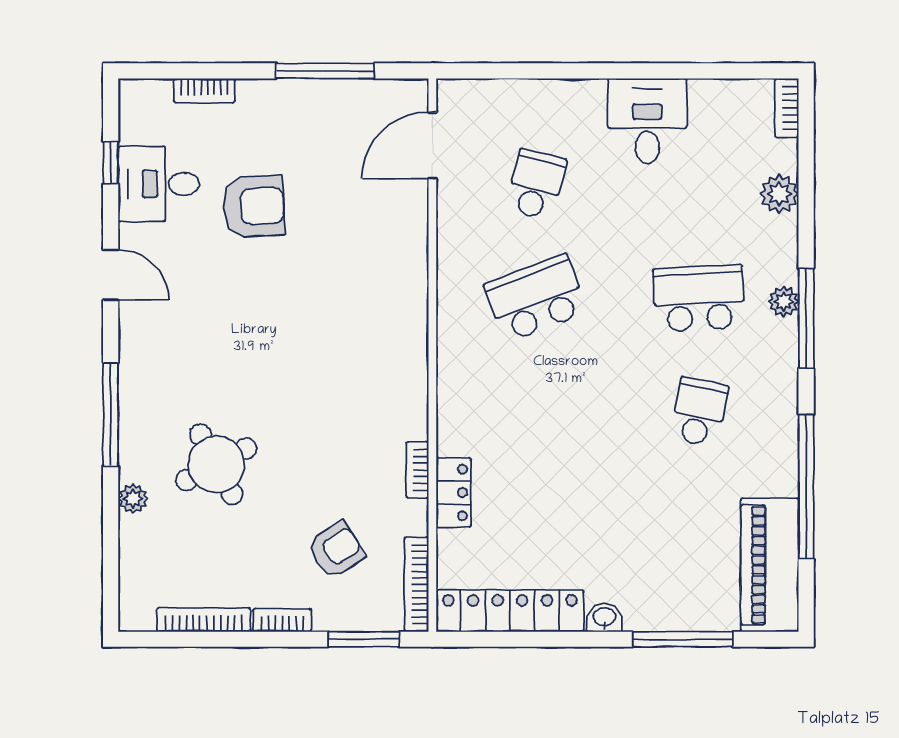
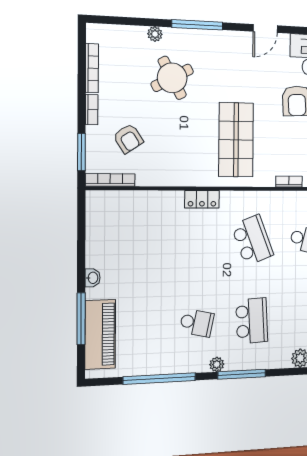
plant: (784, 302) -> (217, 364), moved
shop shelf: (335, 334) -> (236, 140), added
bookcase: (417, 470) -> (289, 182), moved
locker: (454, 493) -> (202, 199), moved
piano: (770, 565) -> (100, 334), moved, turned 90
locker: (510, 611) -> (96, 229), removed

